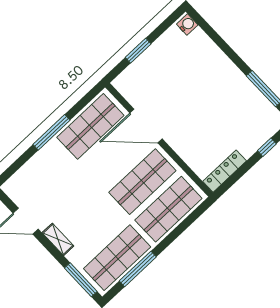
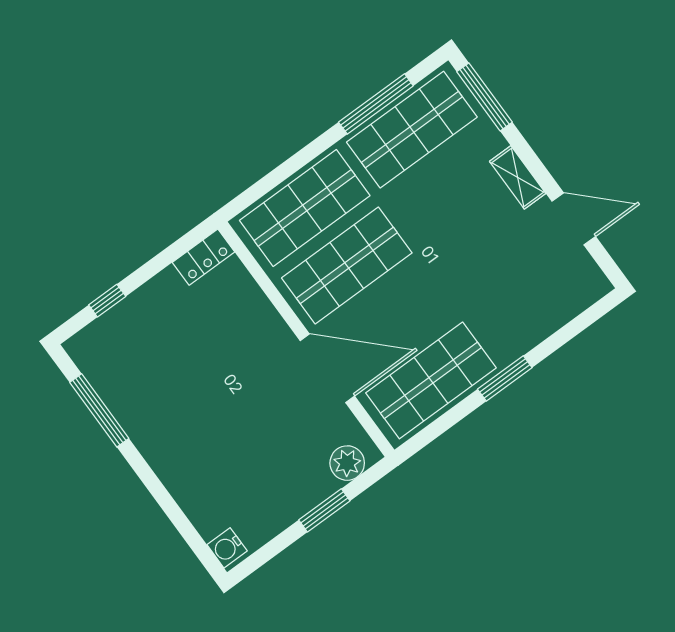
plant: (129, 77) -> (347, 463), added
window: (52, 132) -> (505, 378), width x0.69
locker: (225, 171) -> (203, 257), width x0.66

